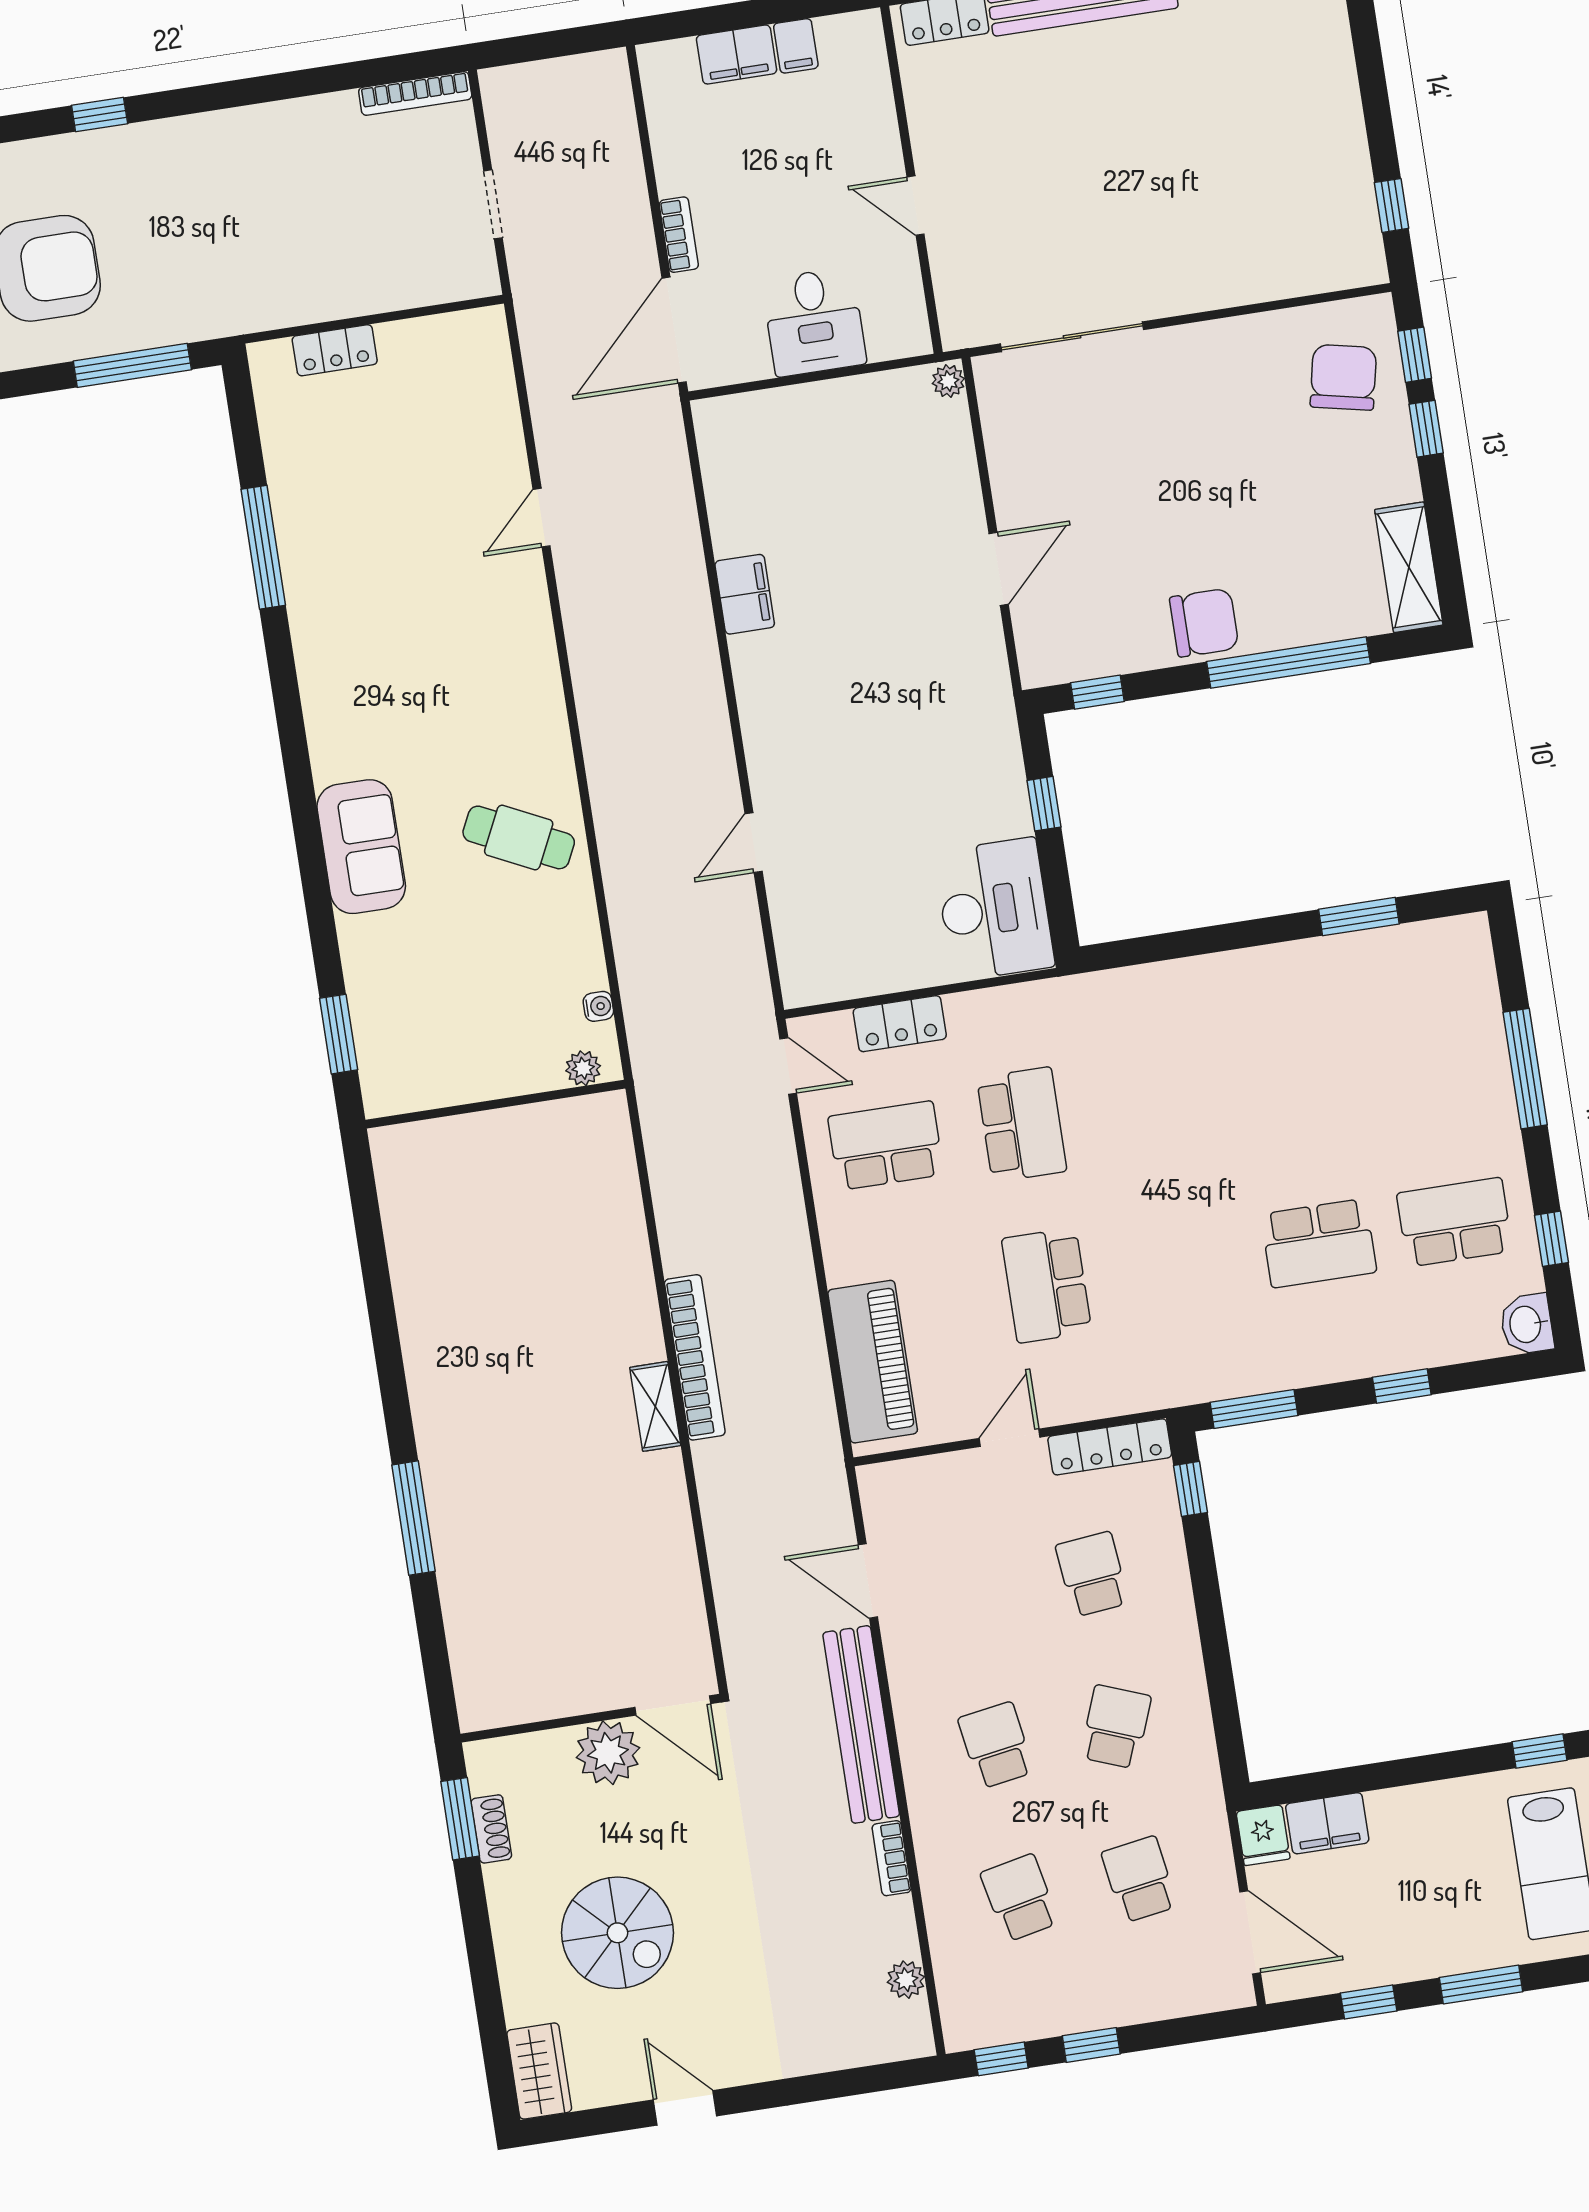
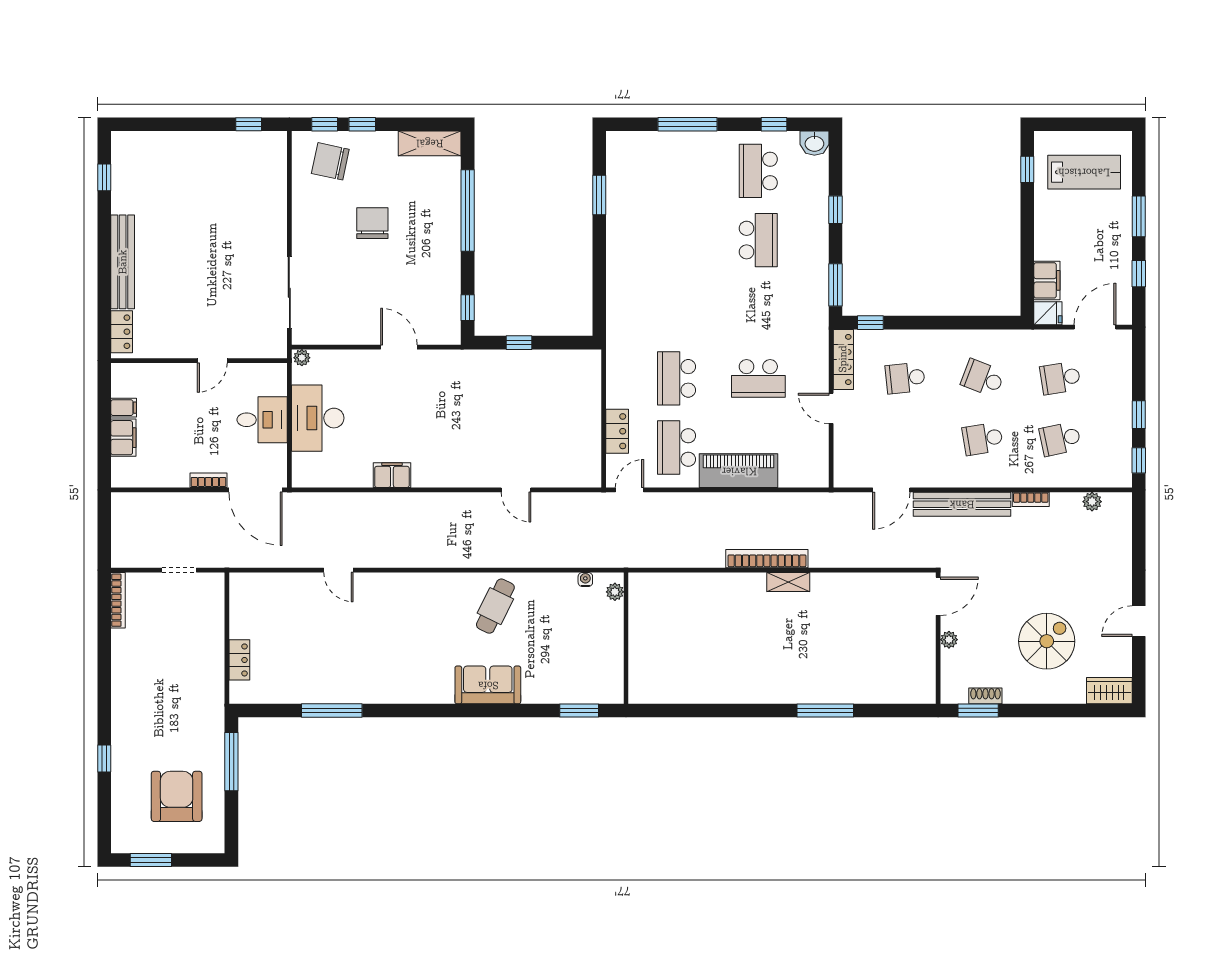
chair: (1204, 623) -> (372, 223), moved
desk: (994, 909) -> (318, 418), moved, turned -90
school desk: (1022, 1124) -> (677, 378), turned -90
piano: (873, 1362) -> (739, 471), moved
plant: (608, 1753) -> (949, 640), width x0.53, depth x0.53

